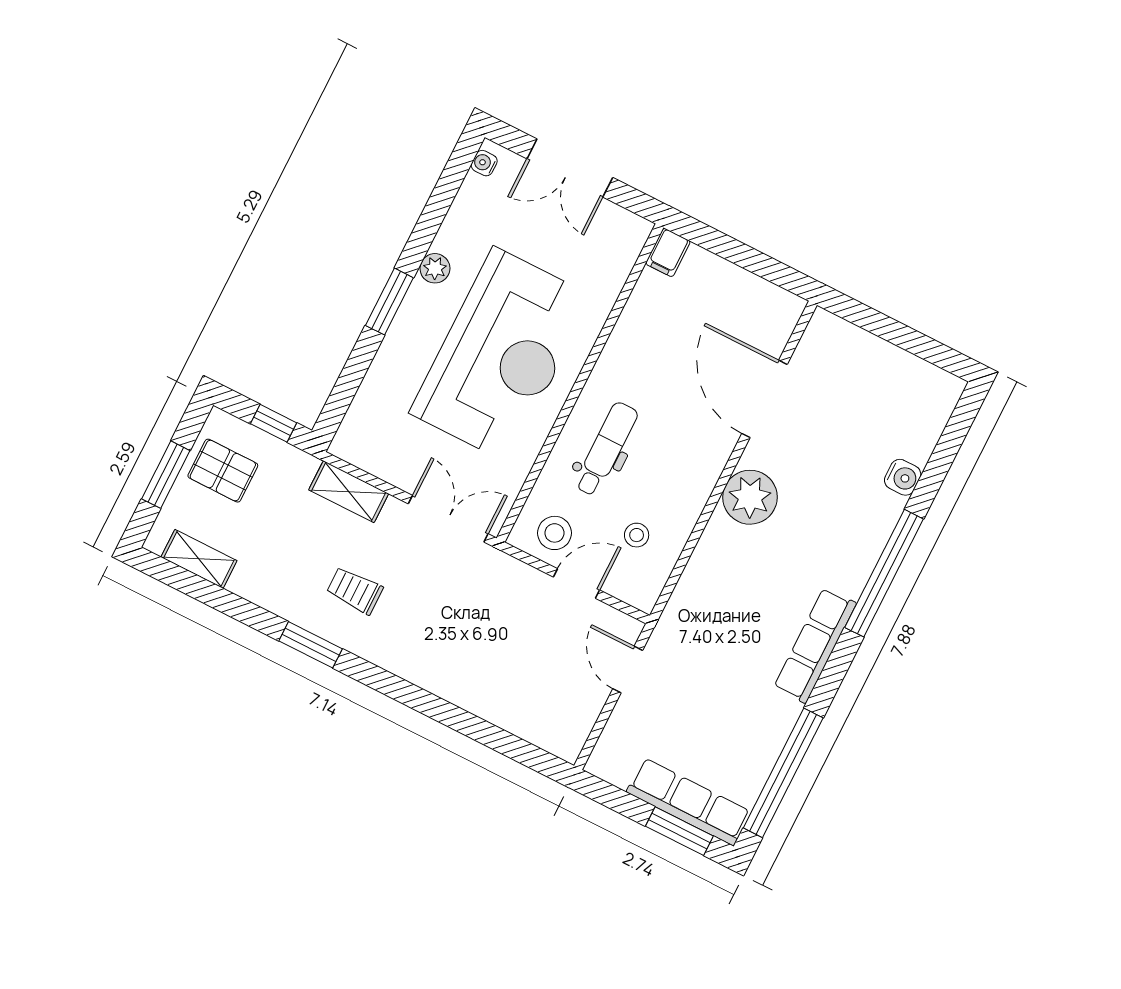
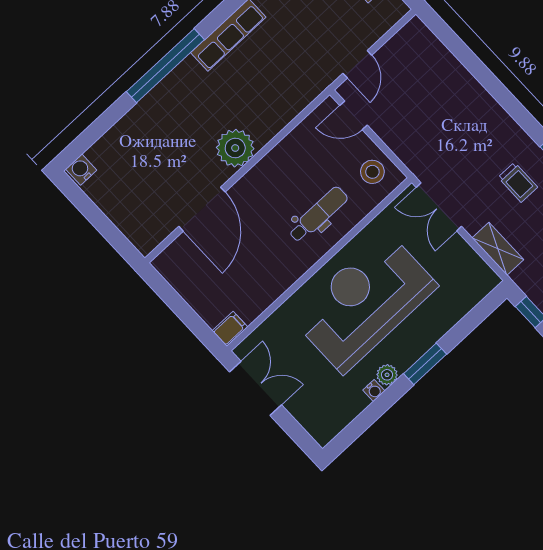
water cooler: (484, 163) -> (374, 390), moved
double door: (570, 168) -> (256, 388), moved
dental chair: (606, 449) -> (318, 215), turned 180
water cooler: (903, 477) -> (81, 170), moved
stool: (637, 535) -> (319, 151), removed
door: (577, 584) -> (353, 115), moved

